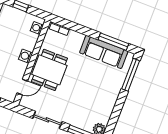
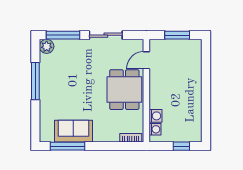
sofa: (104, 52) -> (73, 131), width x0.73
washing machine: (26, 56) -> (156, 116), moved
window: (131, 75) -> (35, 81), moved

